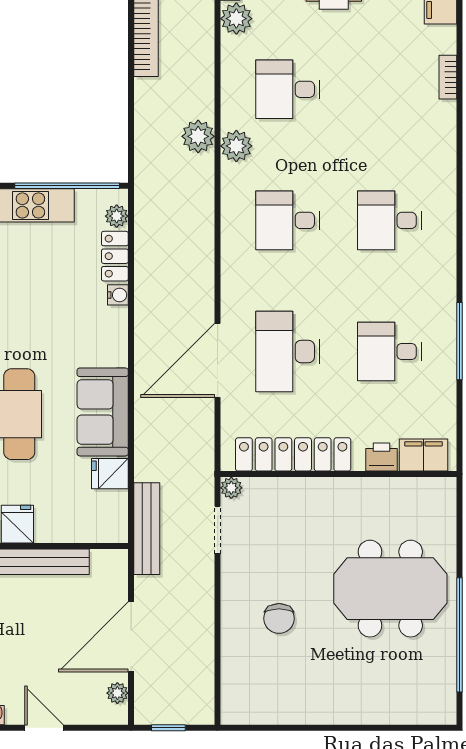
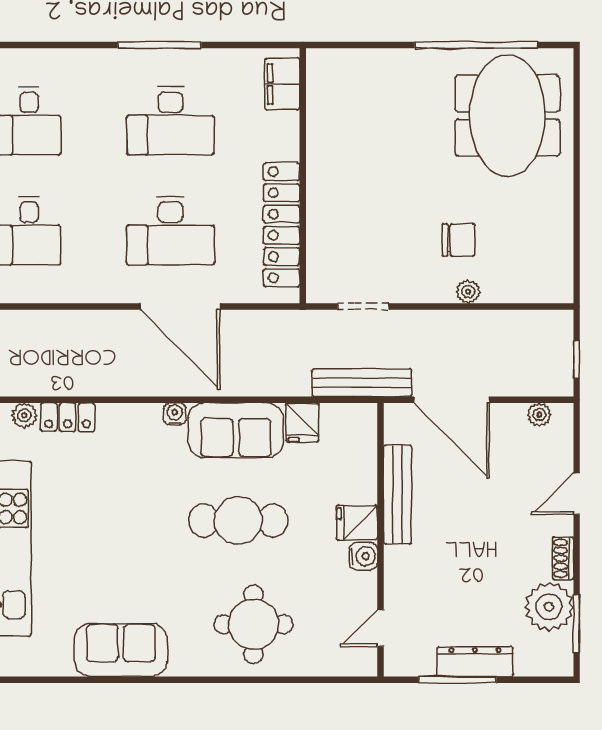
water cooler: (118, 295) -> (175, 414), moved
desk: (389, 351) -> (171, 121), width x1.37
printer: (381, 457) -> (284, 129), removed
plant: (231, 488) -> (468, 292), moved
meeting table: (390, 589) -> (507, 116), moved
door: (131, 637) -> (452, 400), moved

